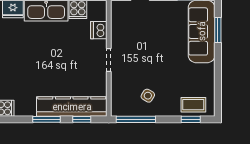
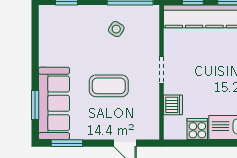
coffee table: (193, 105) -> (109, 86), moved, width x1.36, depth x1.30

